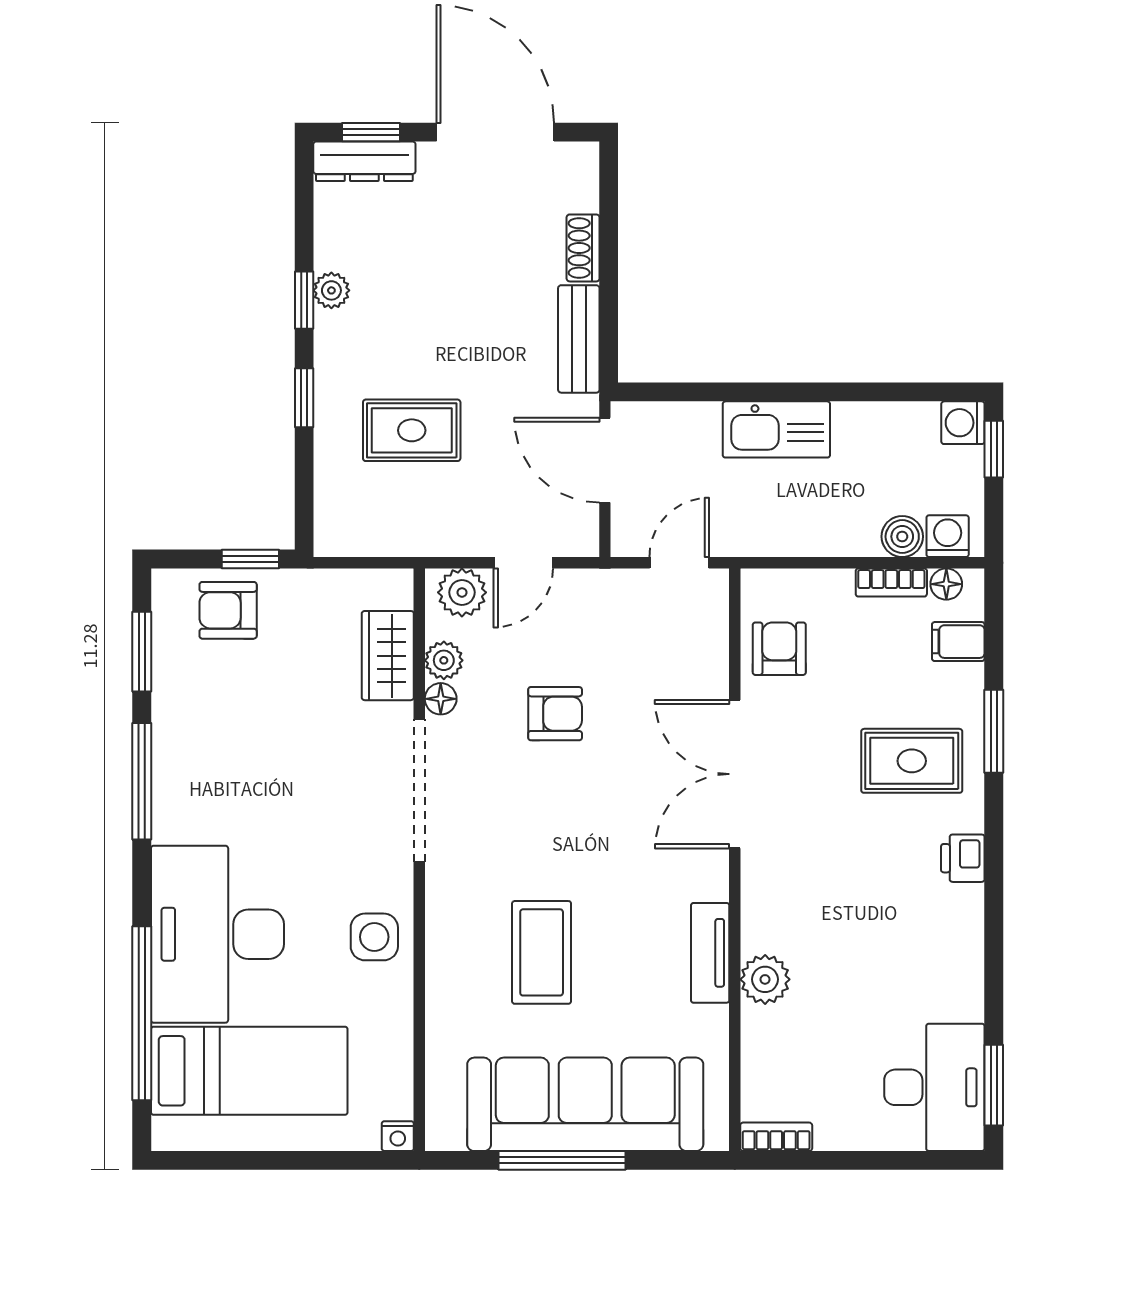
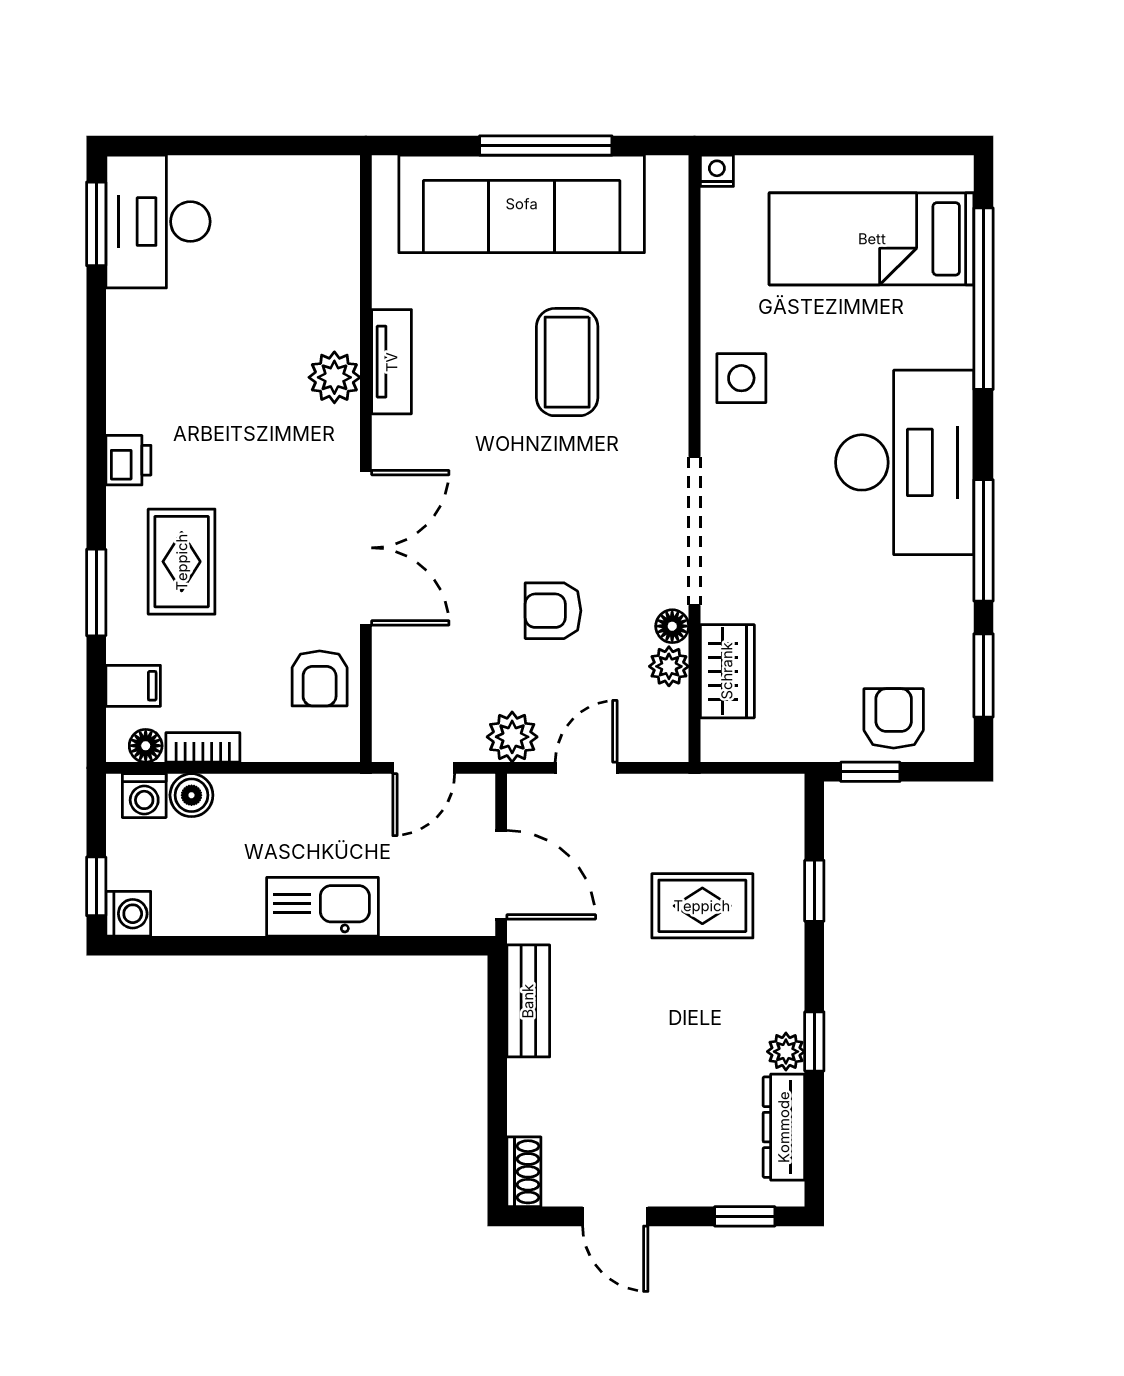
door: (495, 132) -> (615, 1216), width x0.53
dresser: (364, 161) -> (784, 1127), moved, turned -90
shoe rack: (583, 248) -> (524, 1172), moved
window: (304, 398) -> (814, 891), moved
plant: (462, 592) -> (512, 737), moved
armchair: (228, 610) -> (894, 718), turned -90
rug: (912, 761) -> (182, 562), turned 90
desk: (217, 934) -> (905, 462), moved
plant: (765, 979) -> (334, 377), moved
bookcase: (776, 1137) -> (323, 170), removed

